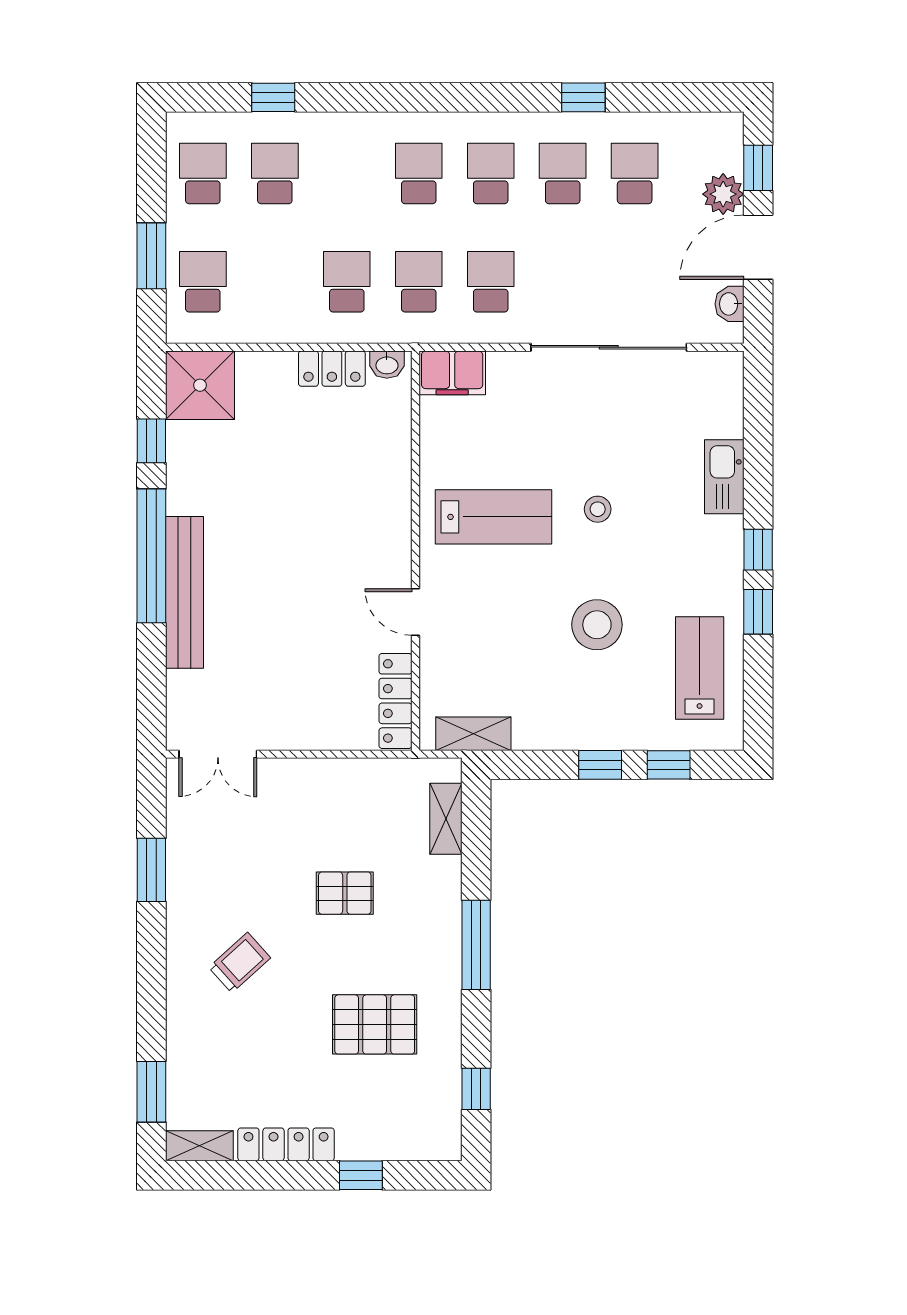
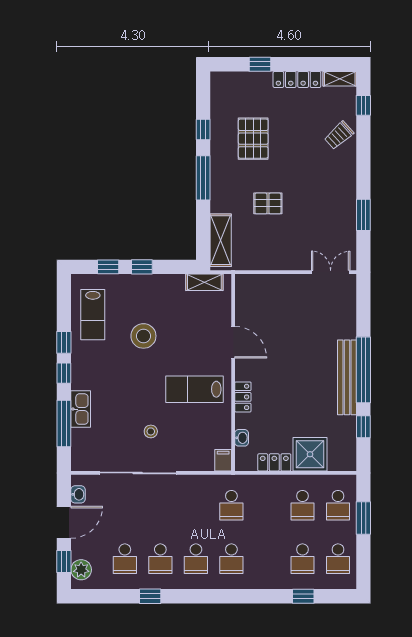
plant: (723, 194) -> (81, 570), moved
school desk: (347, 282) -> (302, 505), moved
school desk: (491, 282) -> (196, 505), removed
washbasin: (387, 365) -> (242, 438), moved, turned 90
filing cabinet: (452, 373) -> (223, 460), width x0.50
shower: (200, 385) -> (310, 454), moved
window: (758, 447) -> (64, 423), added
stool: (598, 509) -> (151, 431), moved
bench: (185, 592) -> (347, 377), moved
door: (415, 612) -> (233, 342), width x1.38
locker: (395, 701) -> (243, 397), moved, width x0.66
shelving: (446, 819) -> (221, 240), width x1.50, depth x1.33
trolley: (240, 963) -> (339, 135), moved
pallet: (375, 1024) -> (253, 139), turned 90
window: (476, 1089) -> (203, 130), moved
window: (151, 1092) -> (363, 105), width x0.67

